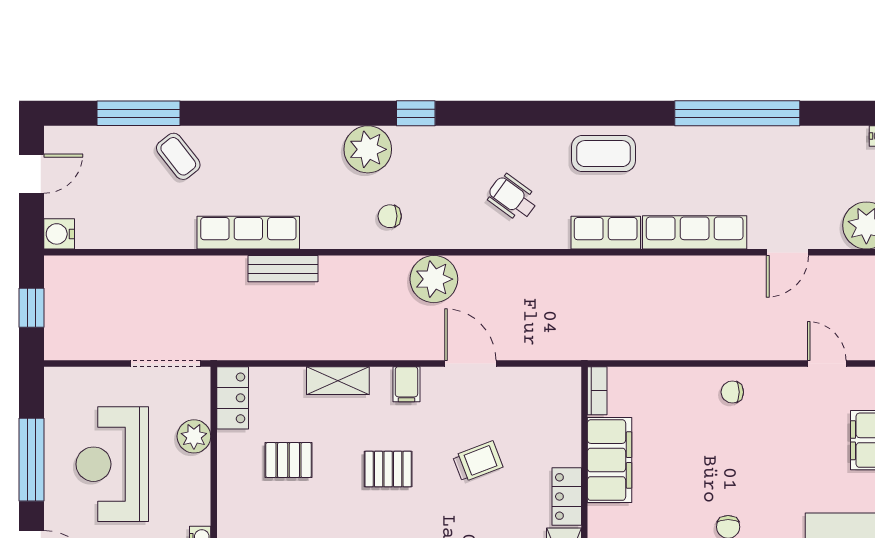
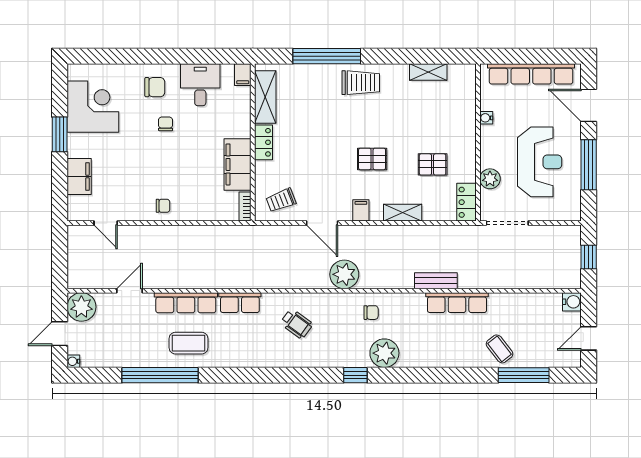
coffee table: (603, 154) -> (189, 343), moved
trolley: (478, 461) -> (281, 200), moved

